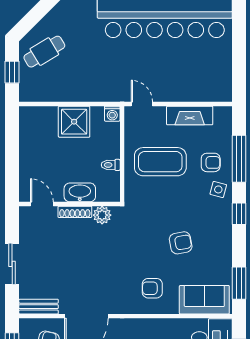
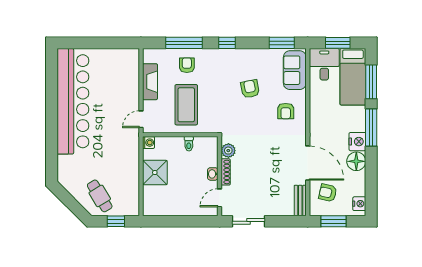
side table: (218, 189) -> (208, 59), removed
washbasin: (80, 192) -> (213, 174), width x0.52, depth x0.69
sliding door: (12, 264) -> (249, 221), moved

